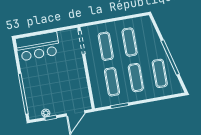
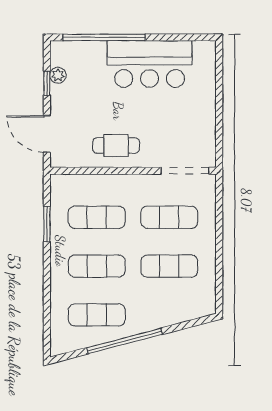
bar counter: (38, 46) -> (150, 64), moved, turned -90
cafe table: (75, 78) -> (116, 145), added

